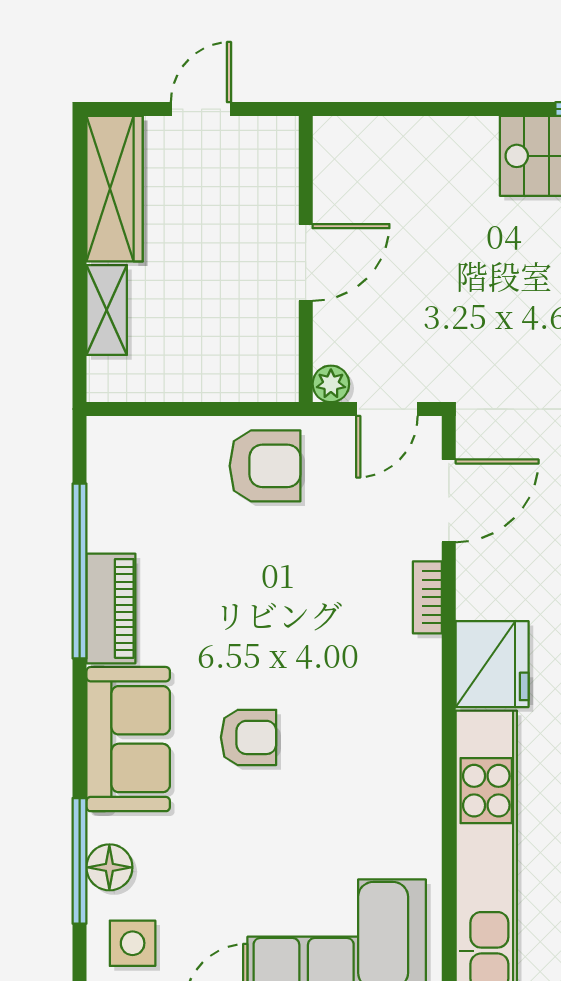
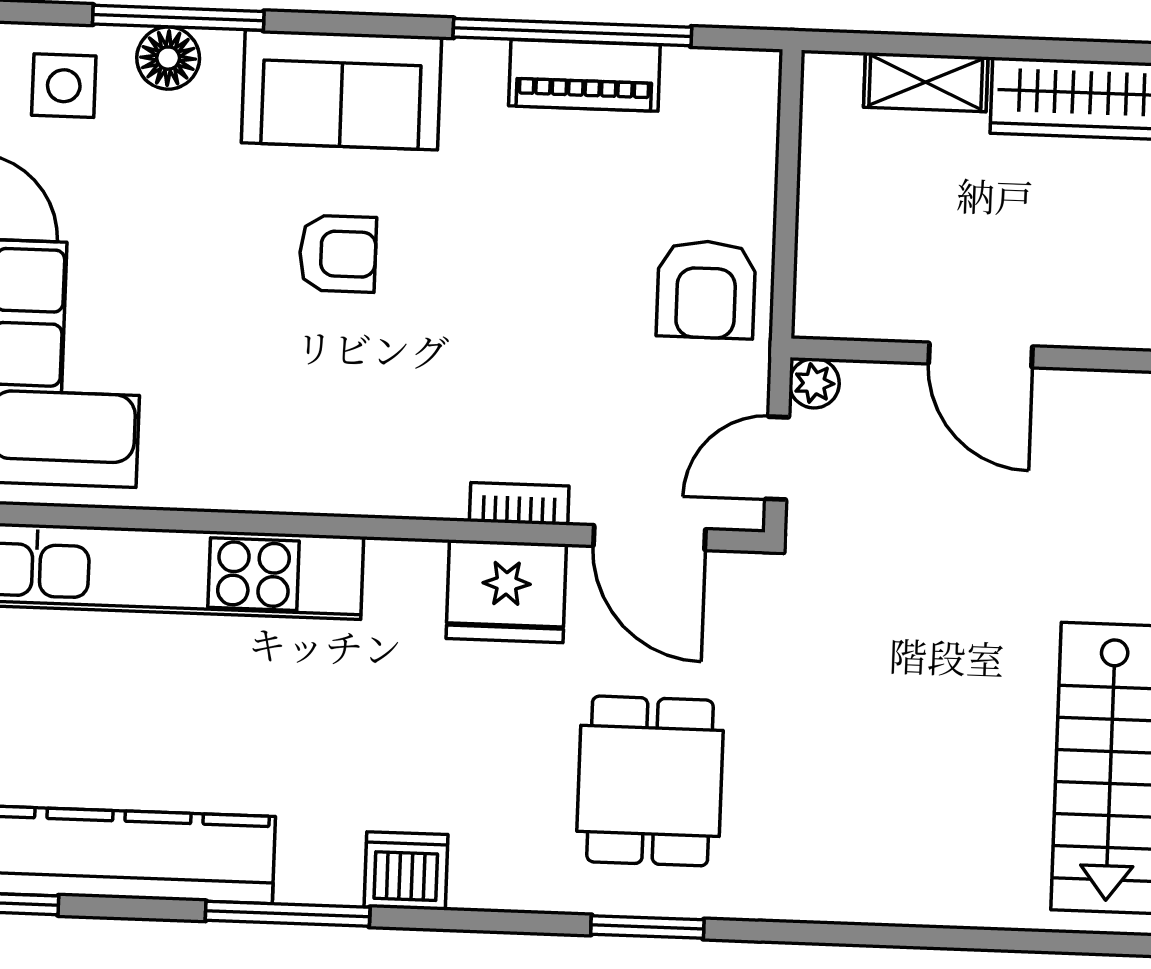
door: (387, 409) -> (777, 458), hinge flipped
piano: (111, 608) -> (584, 75), moved
fridge: (492, 664) -> (506, 591), moved
armchair: (249, 737) -> (338, 254), turned -90

